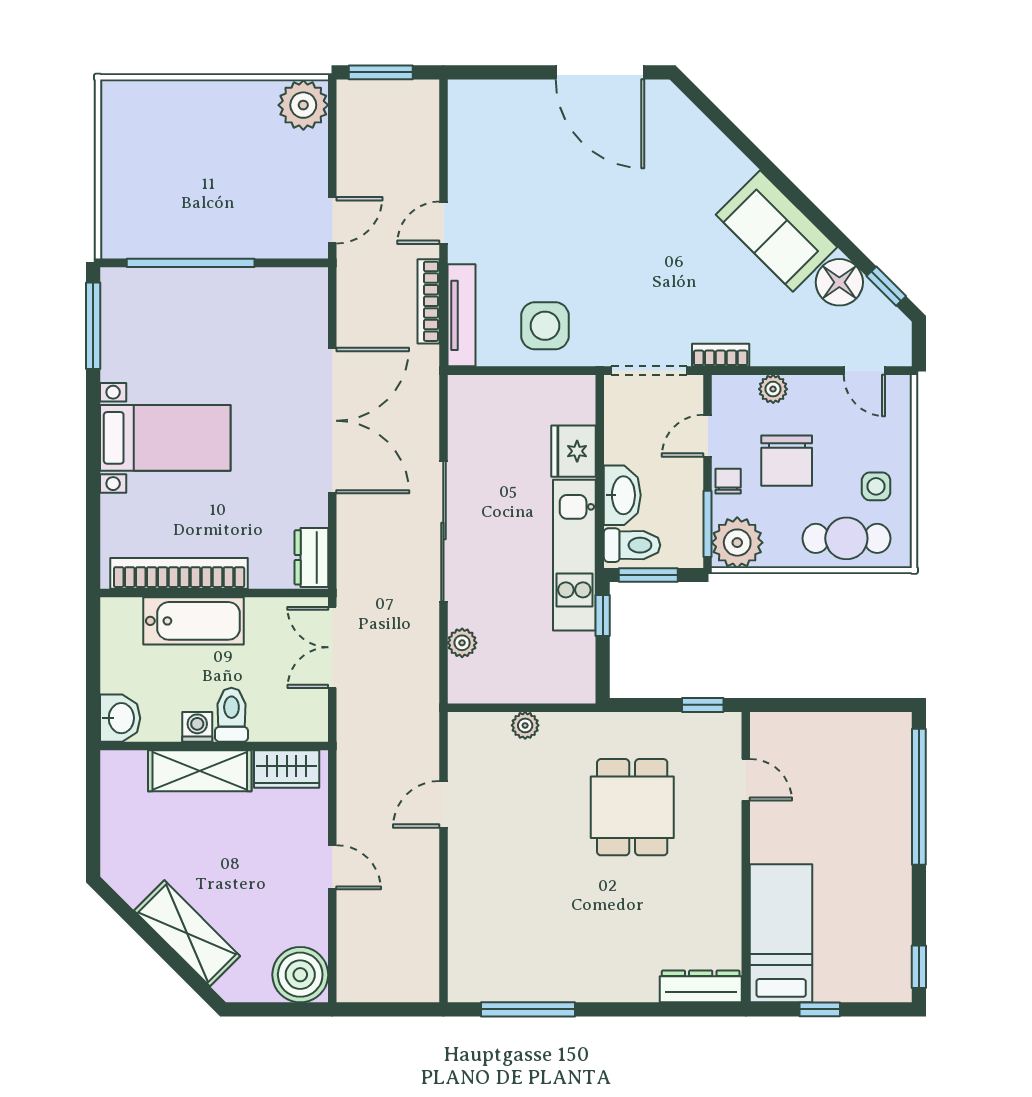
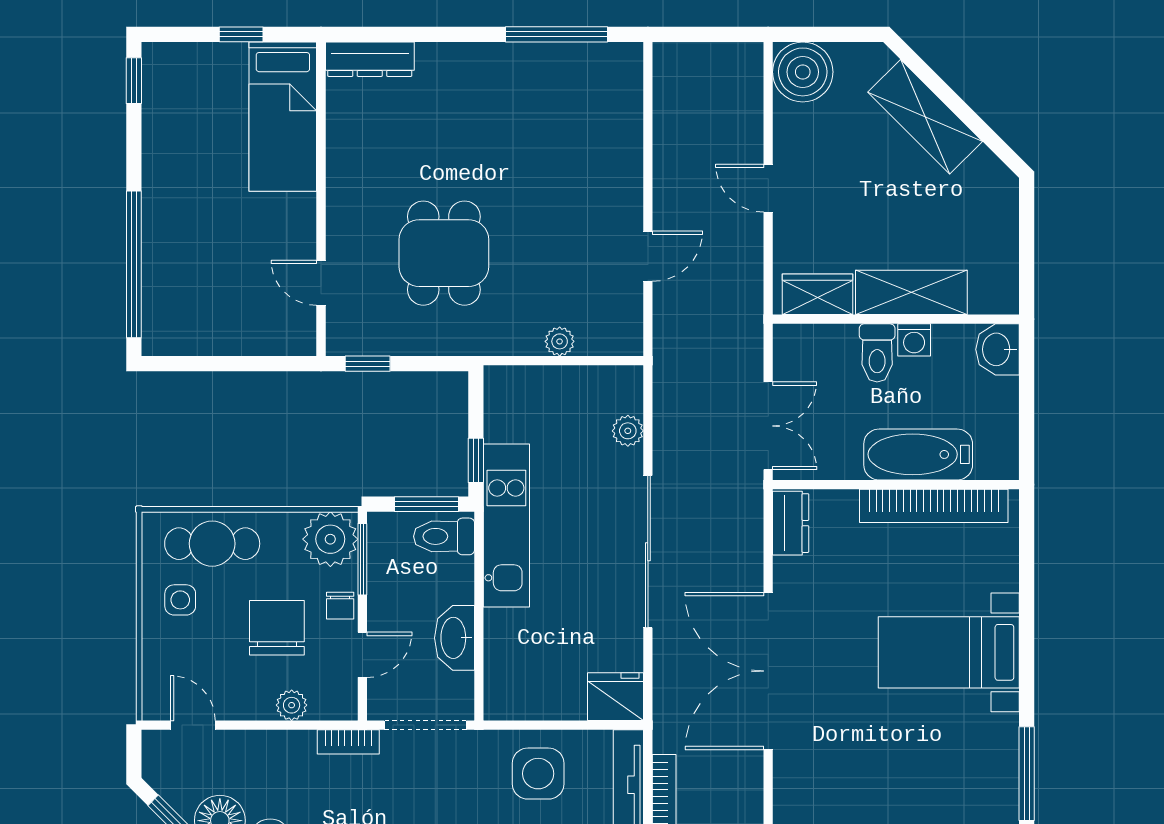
fridge: (573, 451) -> (616, 697), moved, turned -90
washbasin: (622, 495) -> (454, 638), moved

